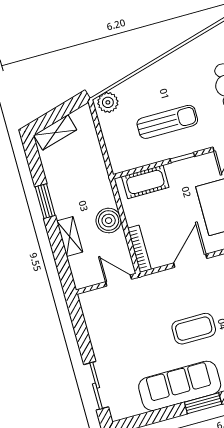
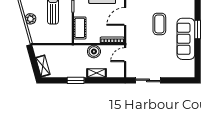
plant: (108, 102) -> (30, 19), moved
door: (190, 261) -> (125, 16), hinge flipped
sliding door: (96, 386) -> (148, 80), moved

